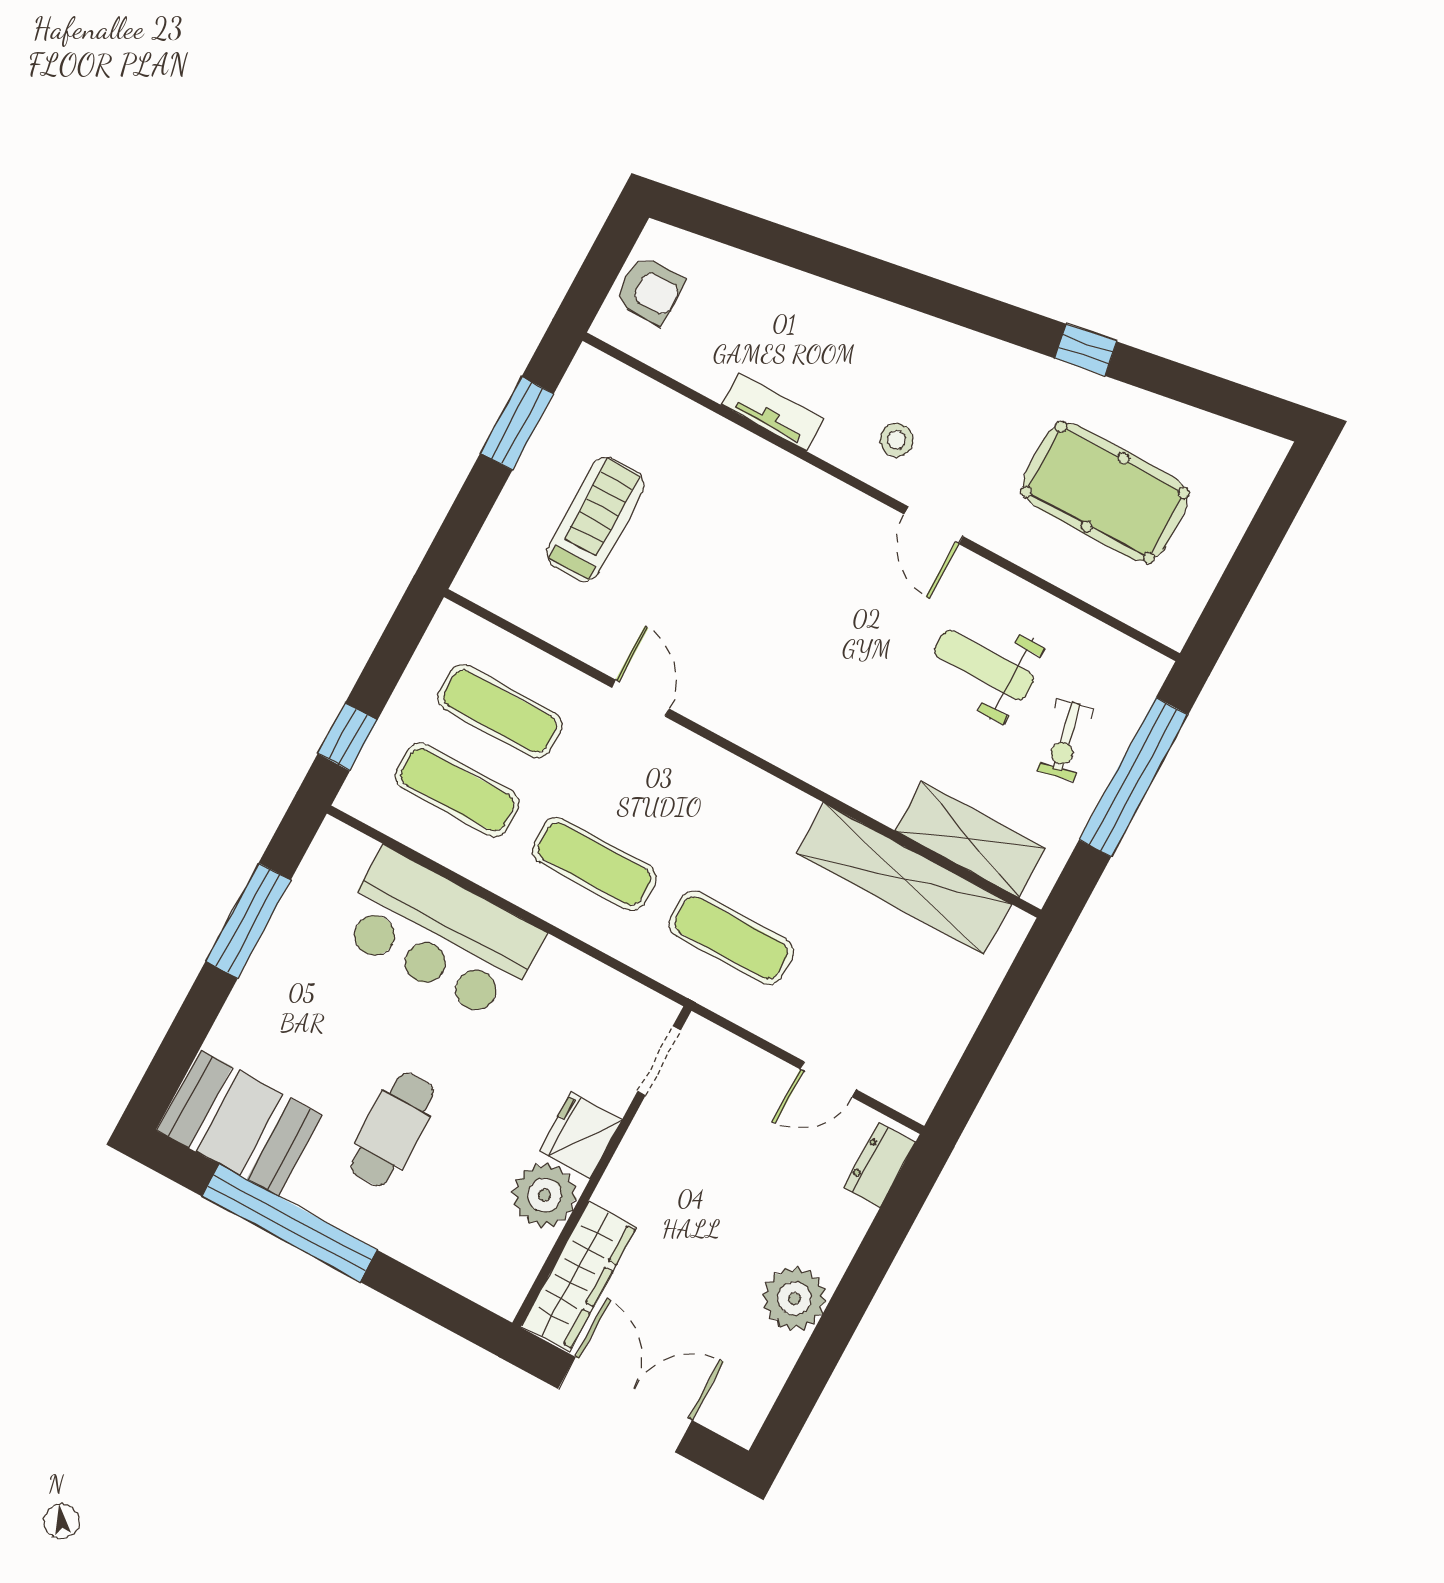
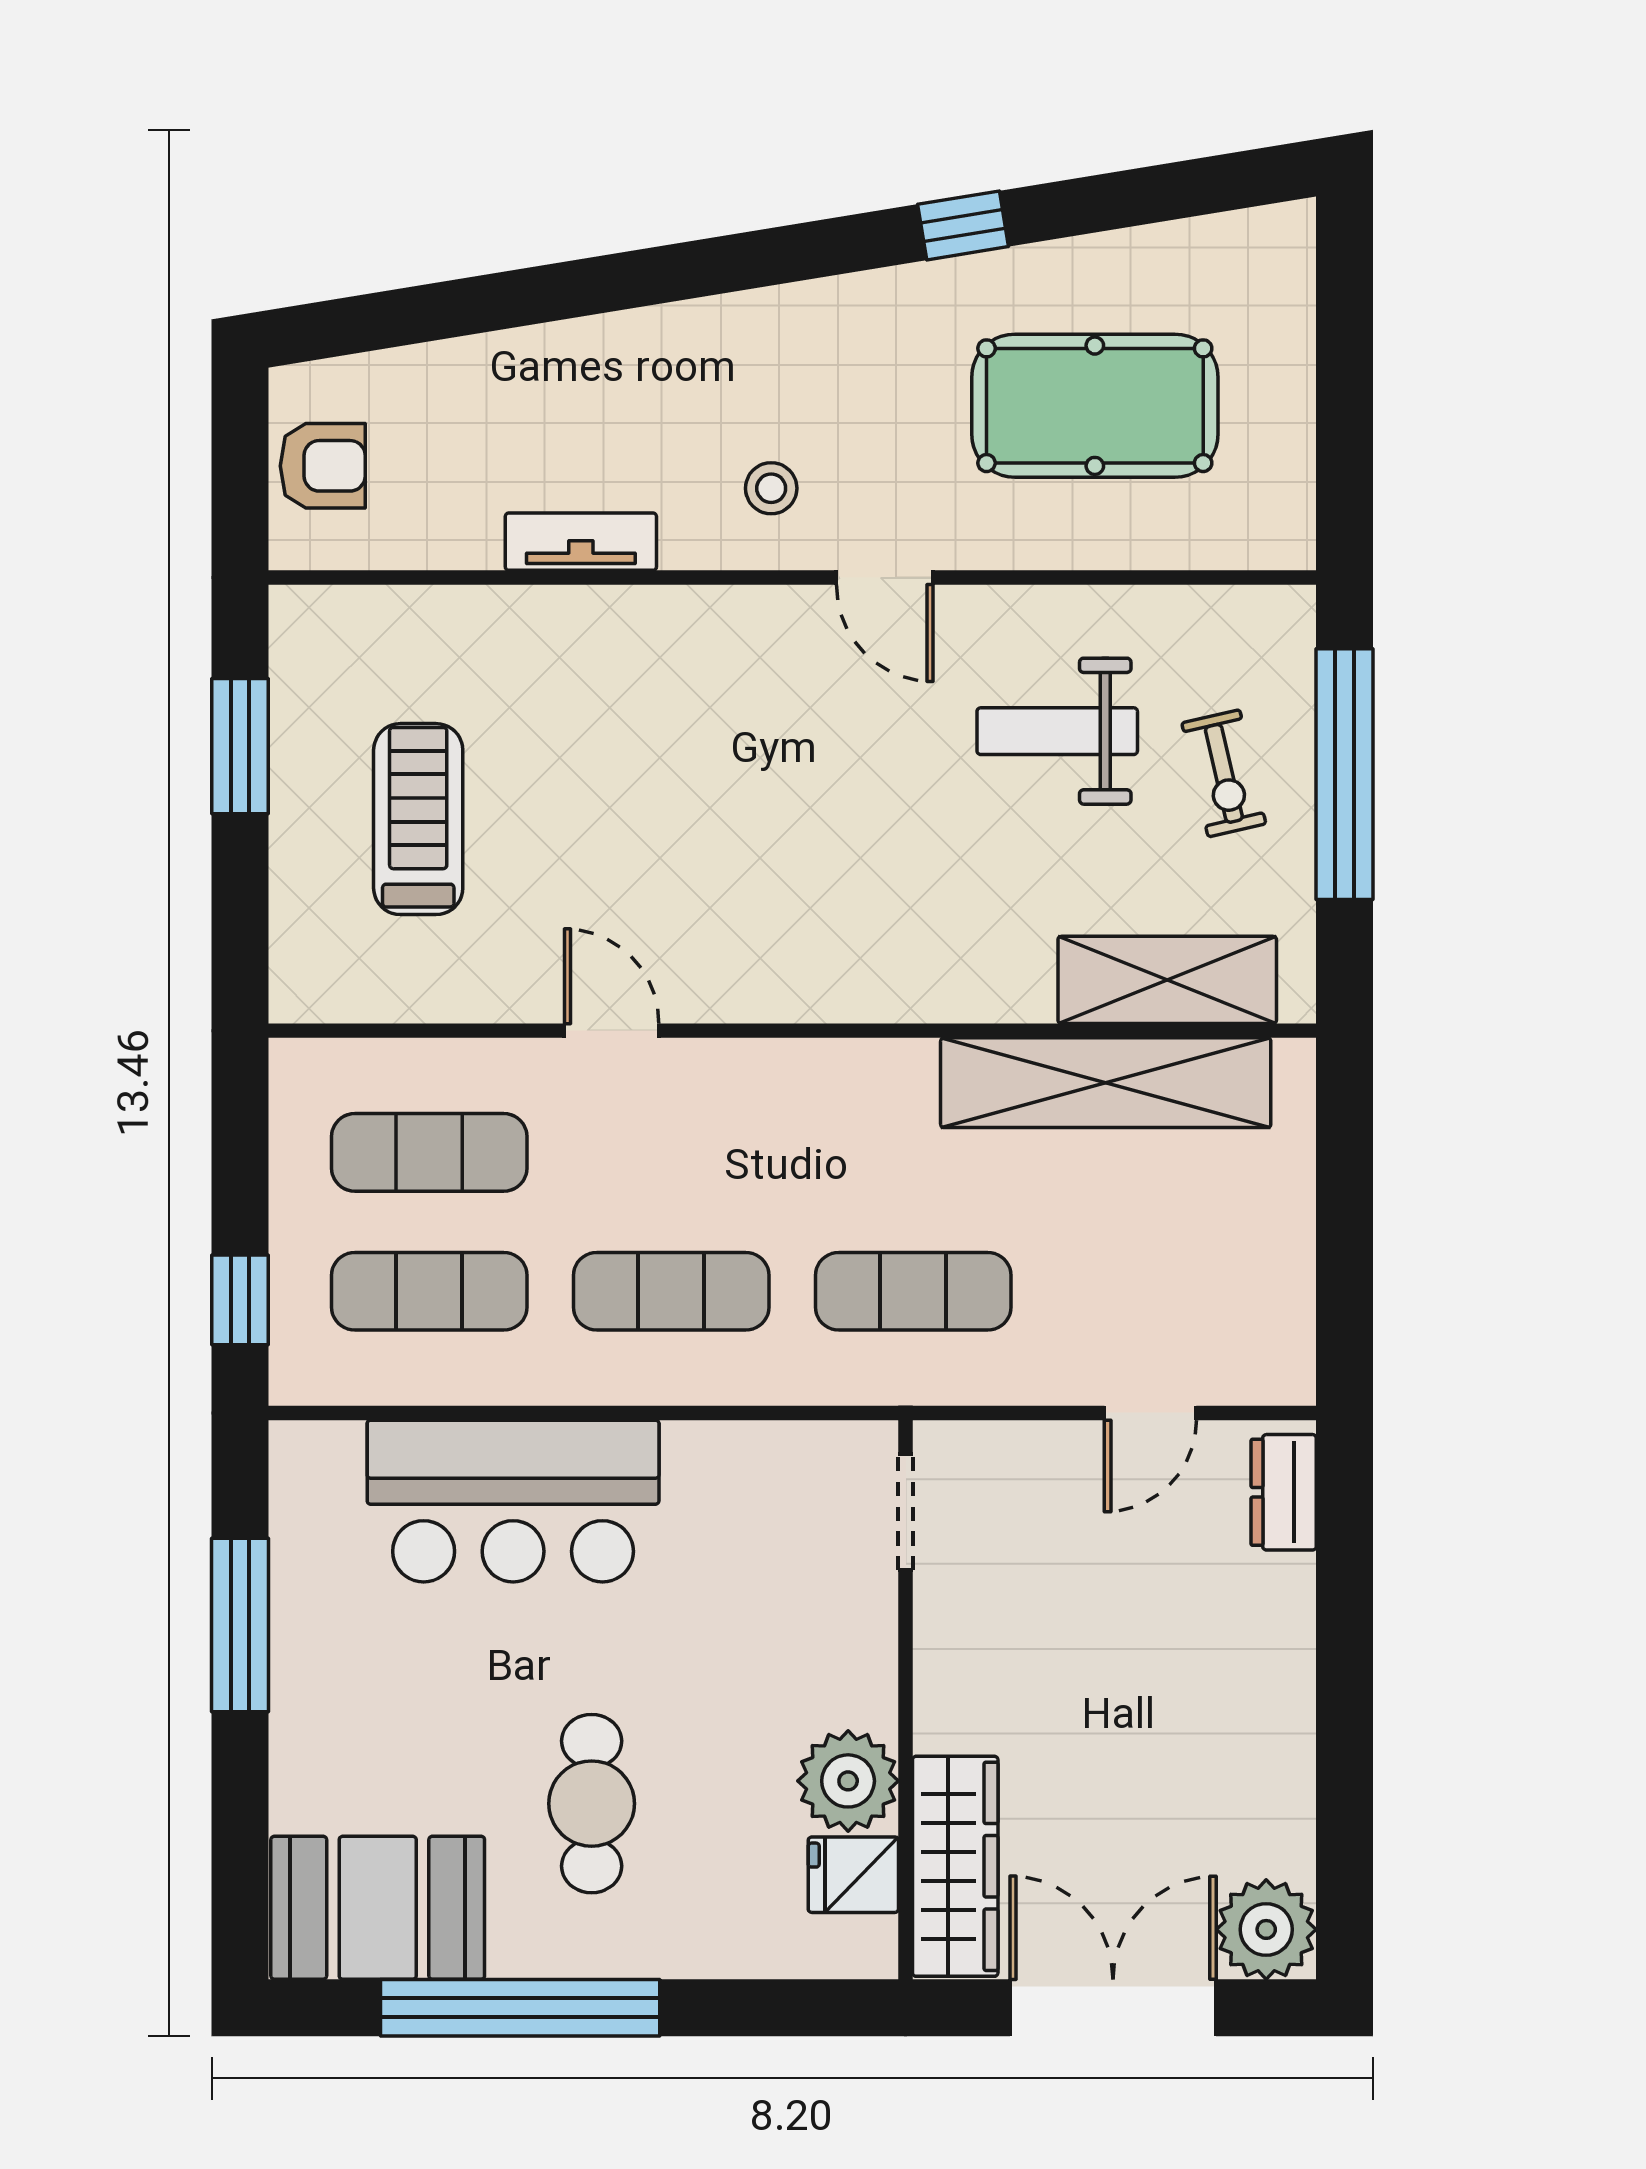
fridge: (581, 1135) -> (853, 1875), moved, width x0.72
plant: (794, 1299) -> (1266, 1929), moved

